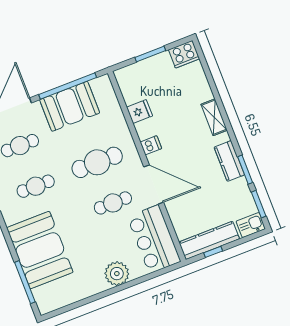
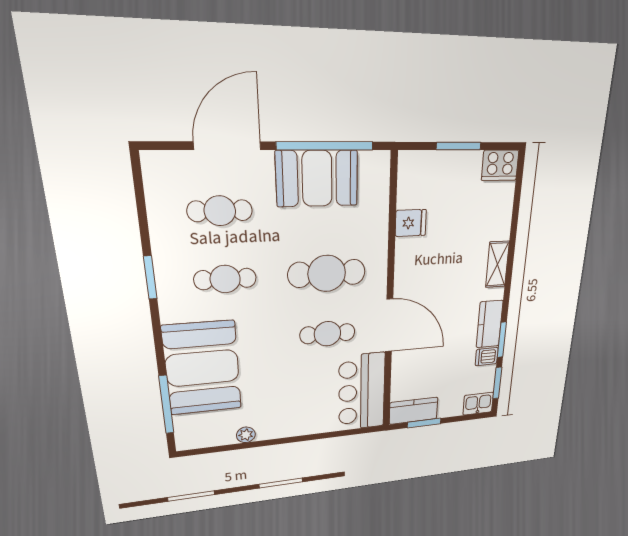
dishwasher: (151, 145) -> (487, 357), moved, turned 180
kitchen counter: (209, 240) -> (414, 411), width x0.67
window: (213, 252) -> (424, 423), width x1.50
plant: (117, 274) -> (246, 435), moved, width x0.53, depth x0.53

